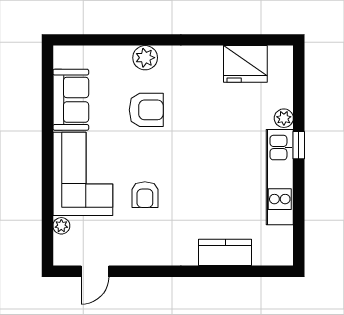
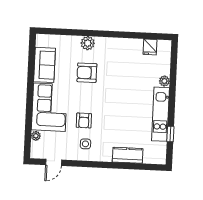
fridge: (245, 64) -> (150, 47), width x0.53, depth x0.75
armchair: (146, 110) -> (87, 73), turned 180
window: (299, 145) -> (170, 134), moved
side table: (150, 236) -> (85, 144), added

